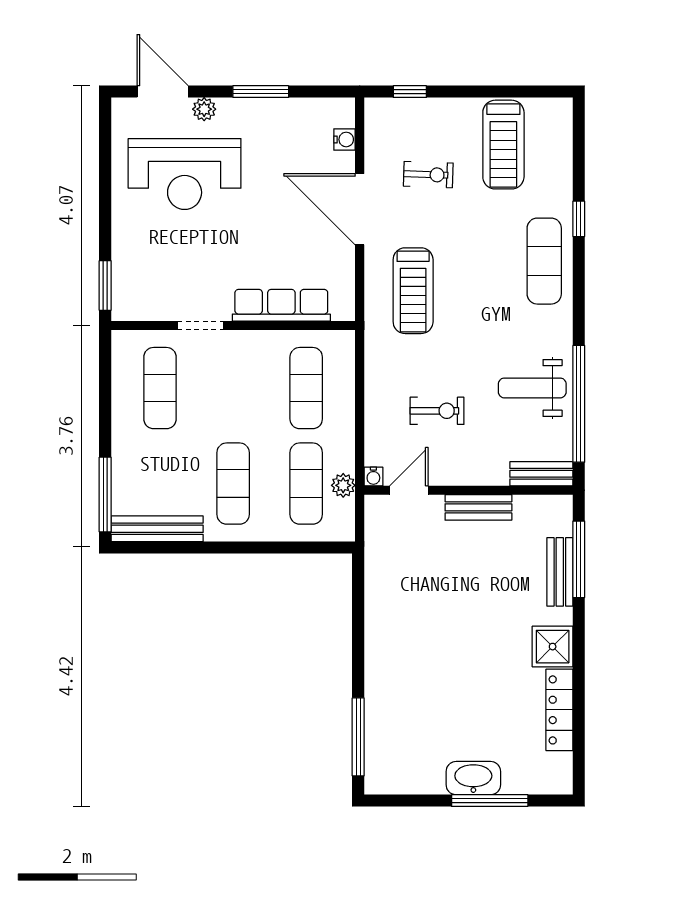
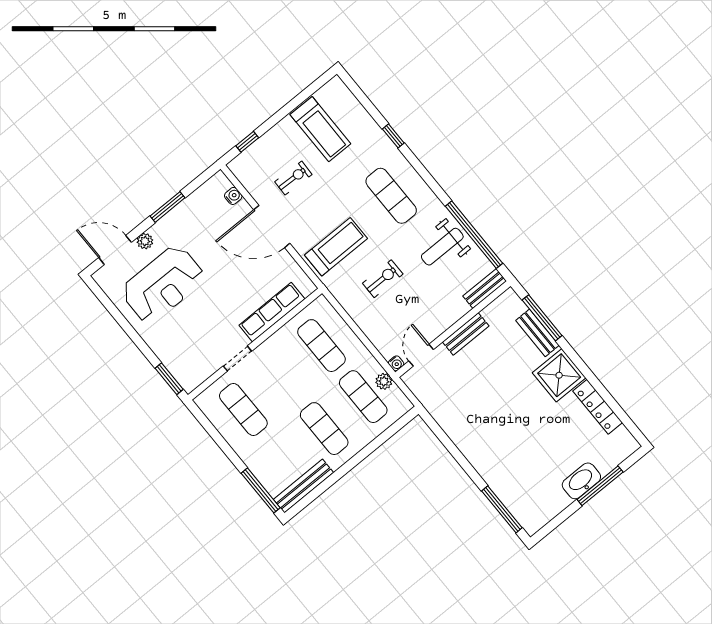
exercise mat: (544, 261) -> (391, 196), moved
treadmill: (413, 291) -> (336, 247), turned -90
exercise bike: (437, 411) -> (383, 279), moved
shower: (553, 647) -> (559, 375), width x1.36, depth x1.36

